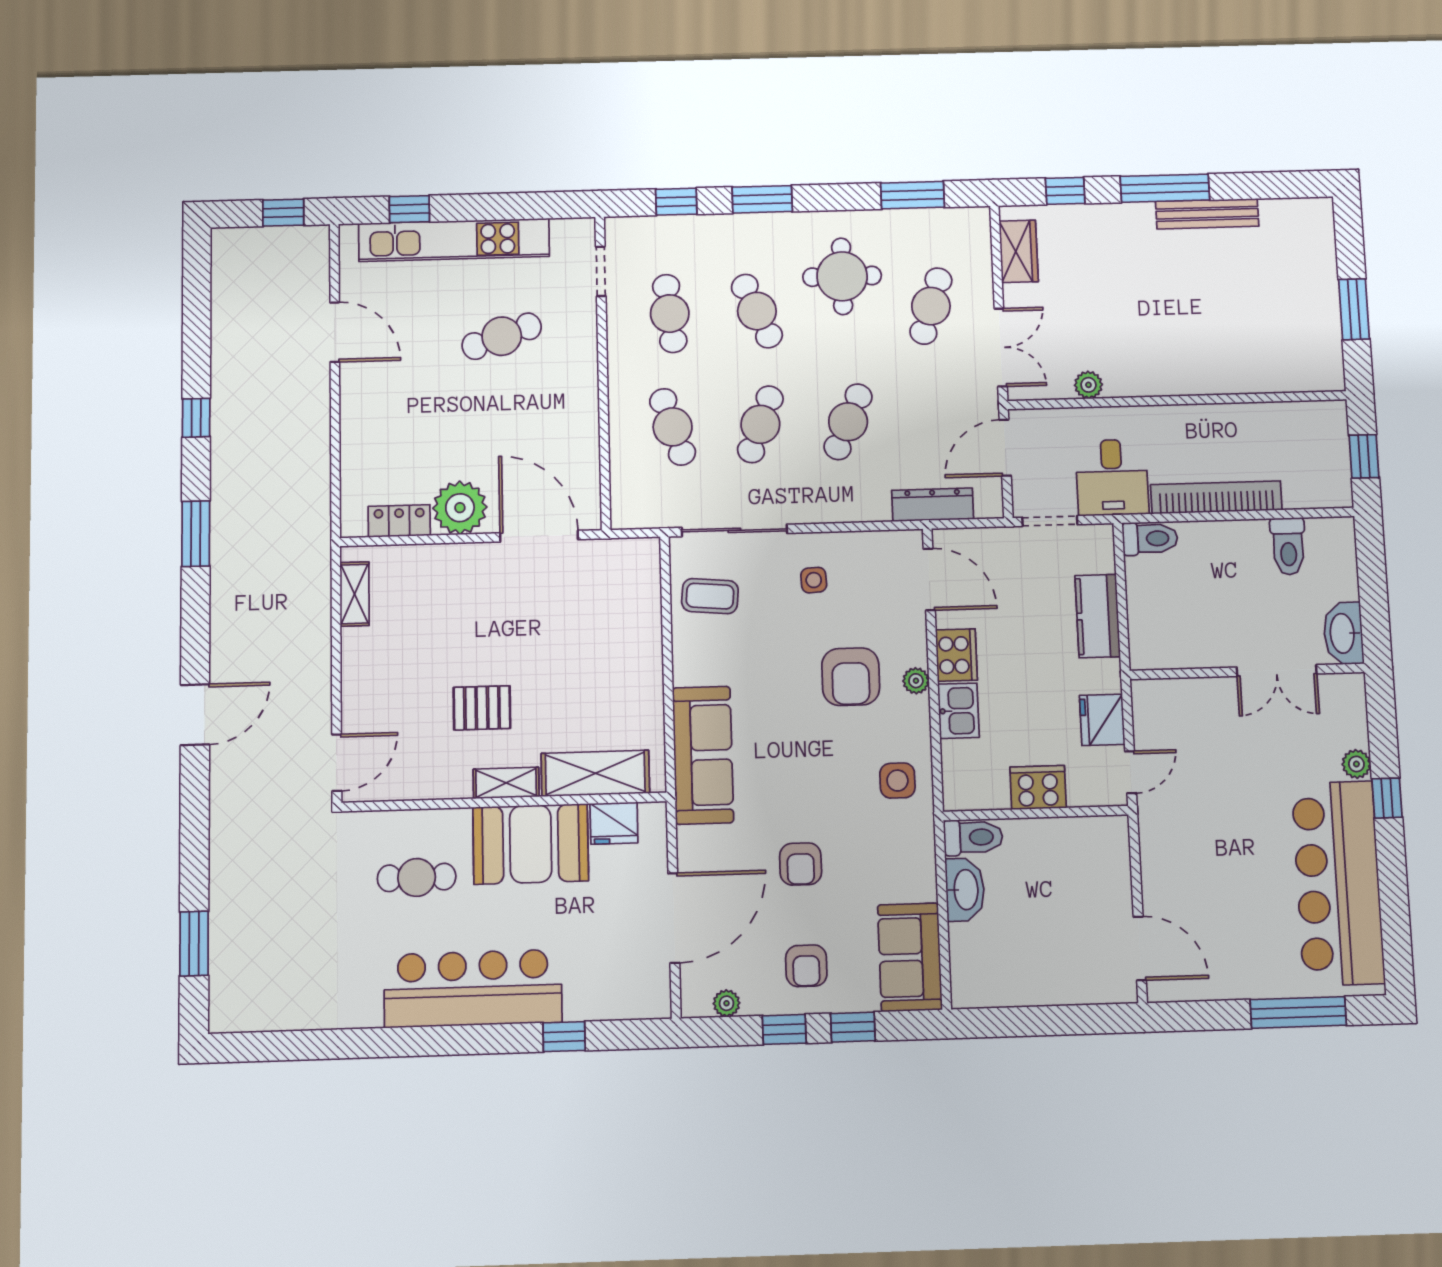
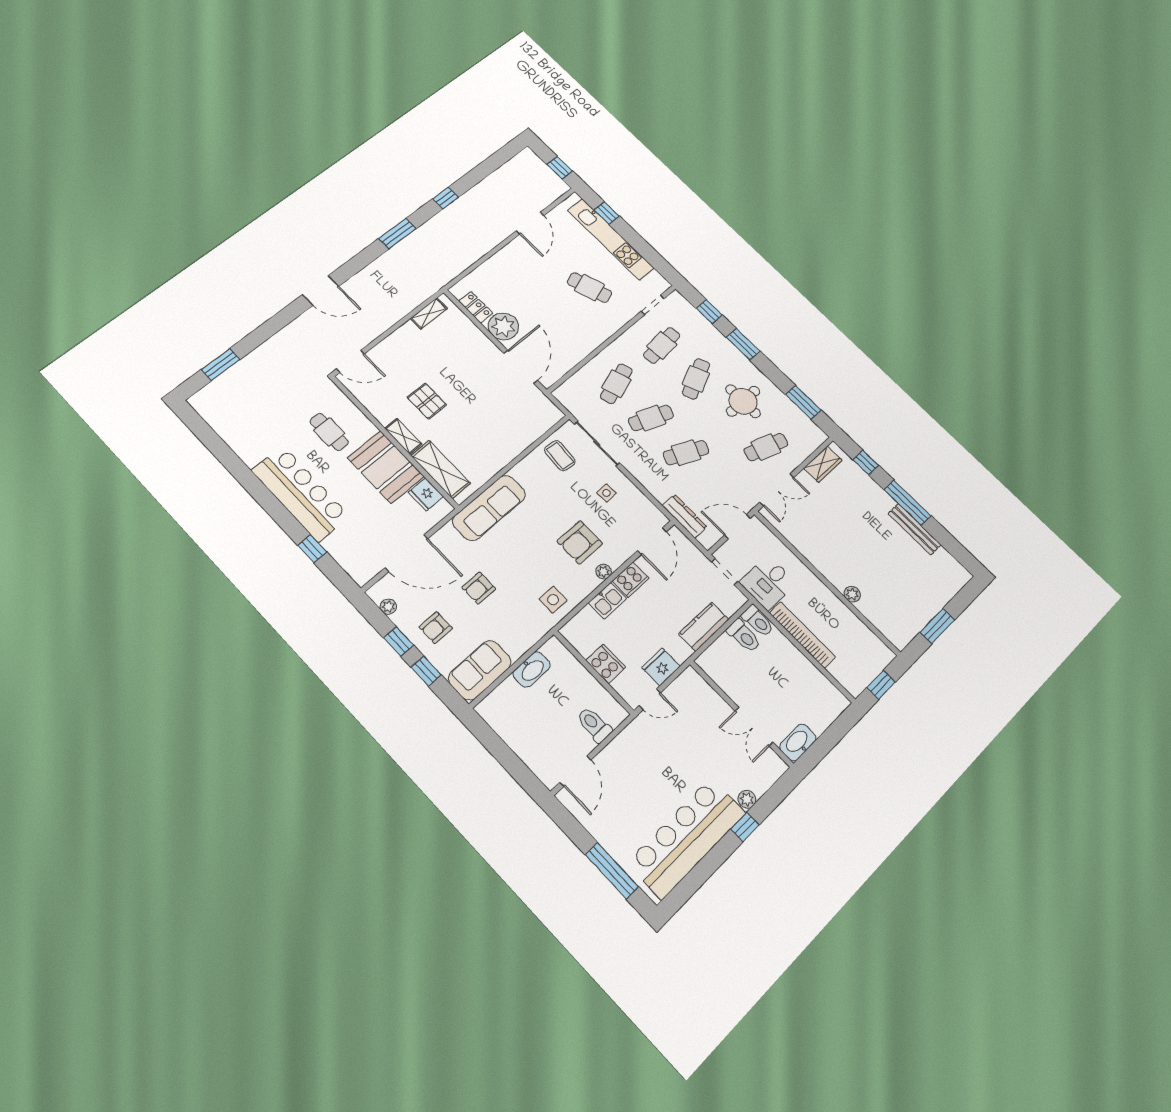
plant: (1088, 385) -> (852, 594), moved
toilet: (1288, 546) -> (744, 636), moved, turned -90
toilet: (973, 837) -> (594, 725), moved, turned 180

